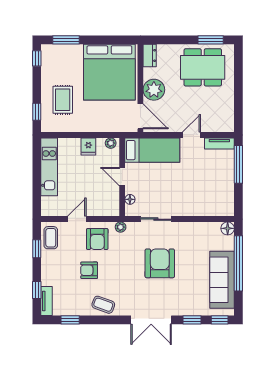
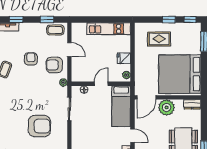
window: (37, 112) -> (169, 20), moved
armchair: (160, 263) -> (39, 126), moved

